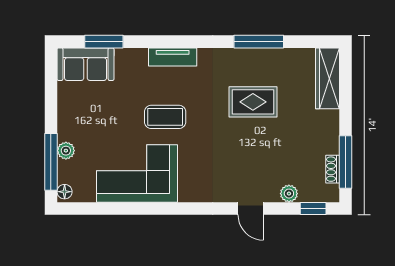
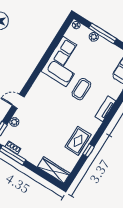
window: (259, 42) -> (89, 150), width x0.46
rug: (253, 102) -> (78, 141), moved
window: (51, 162) -> (103, 33), moved

